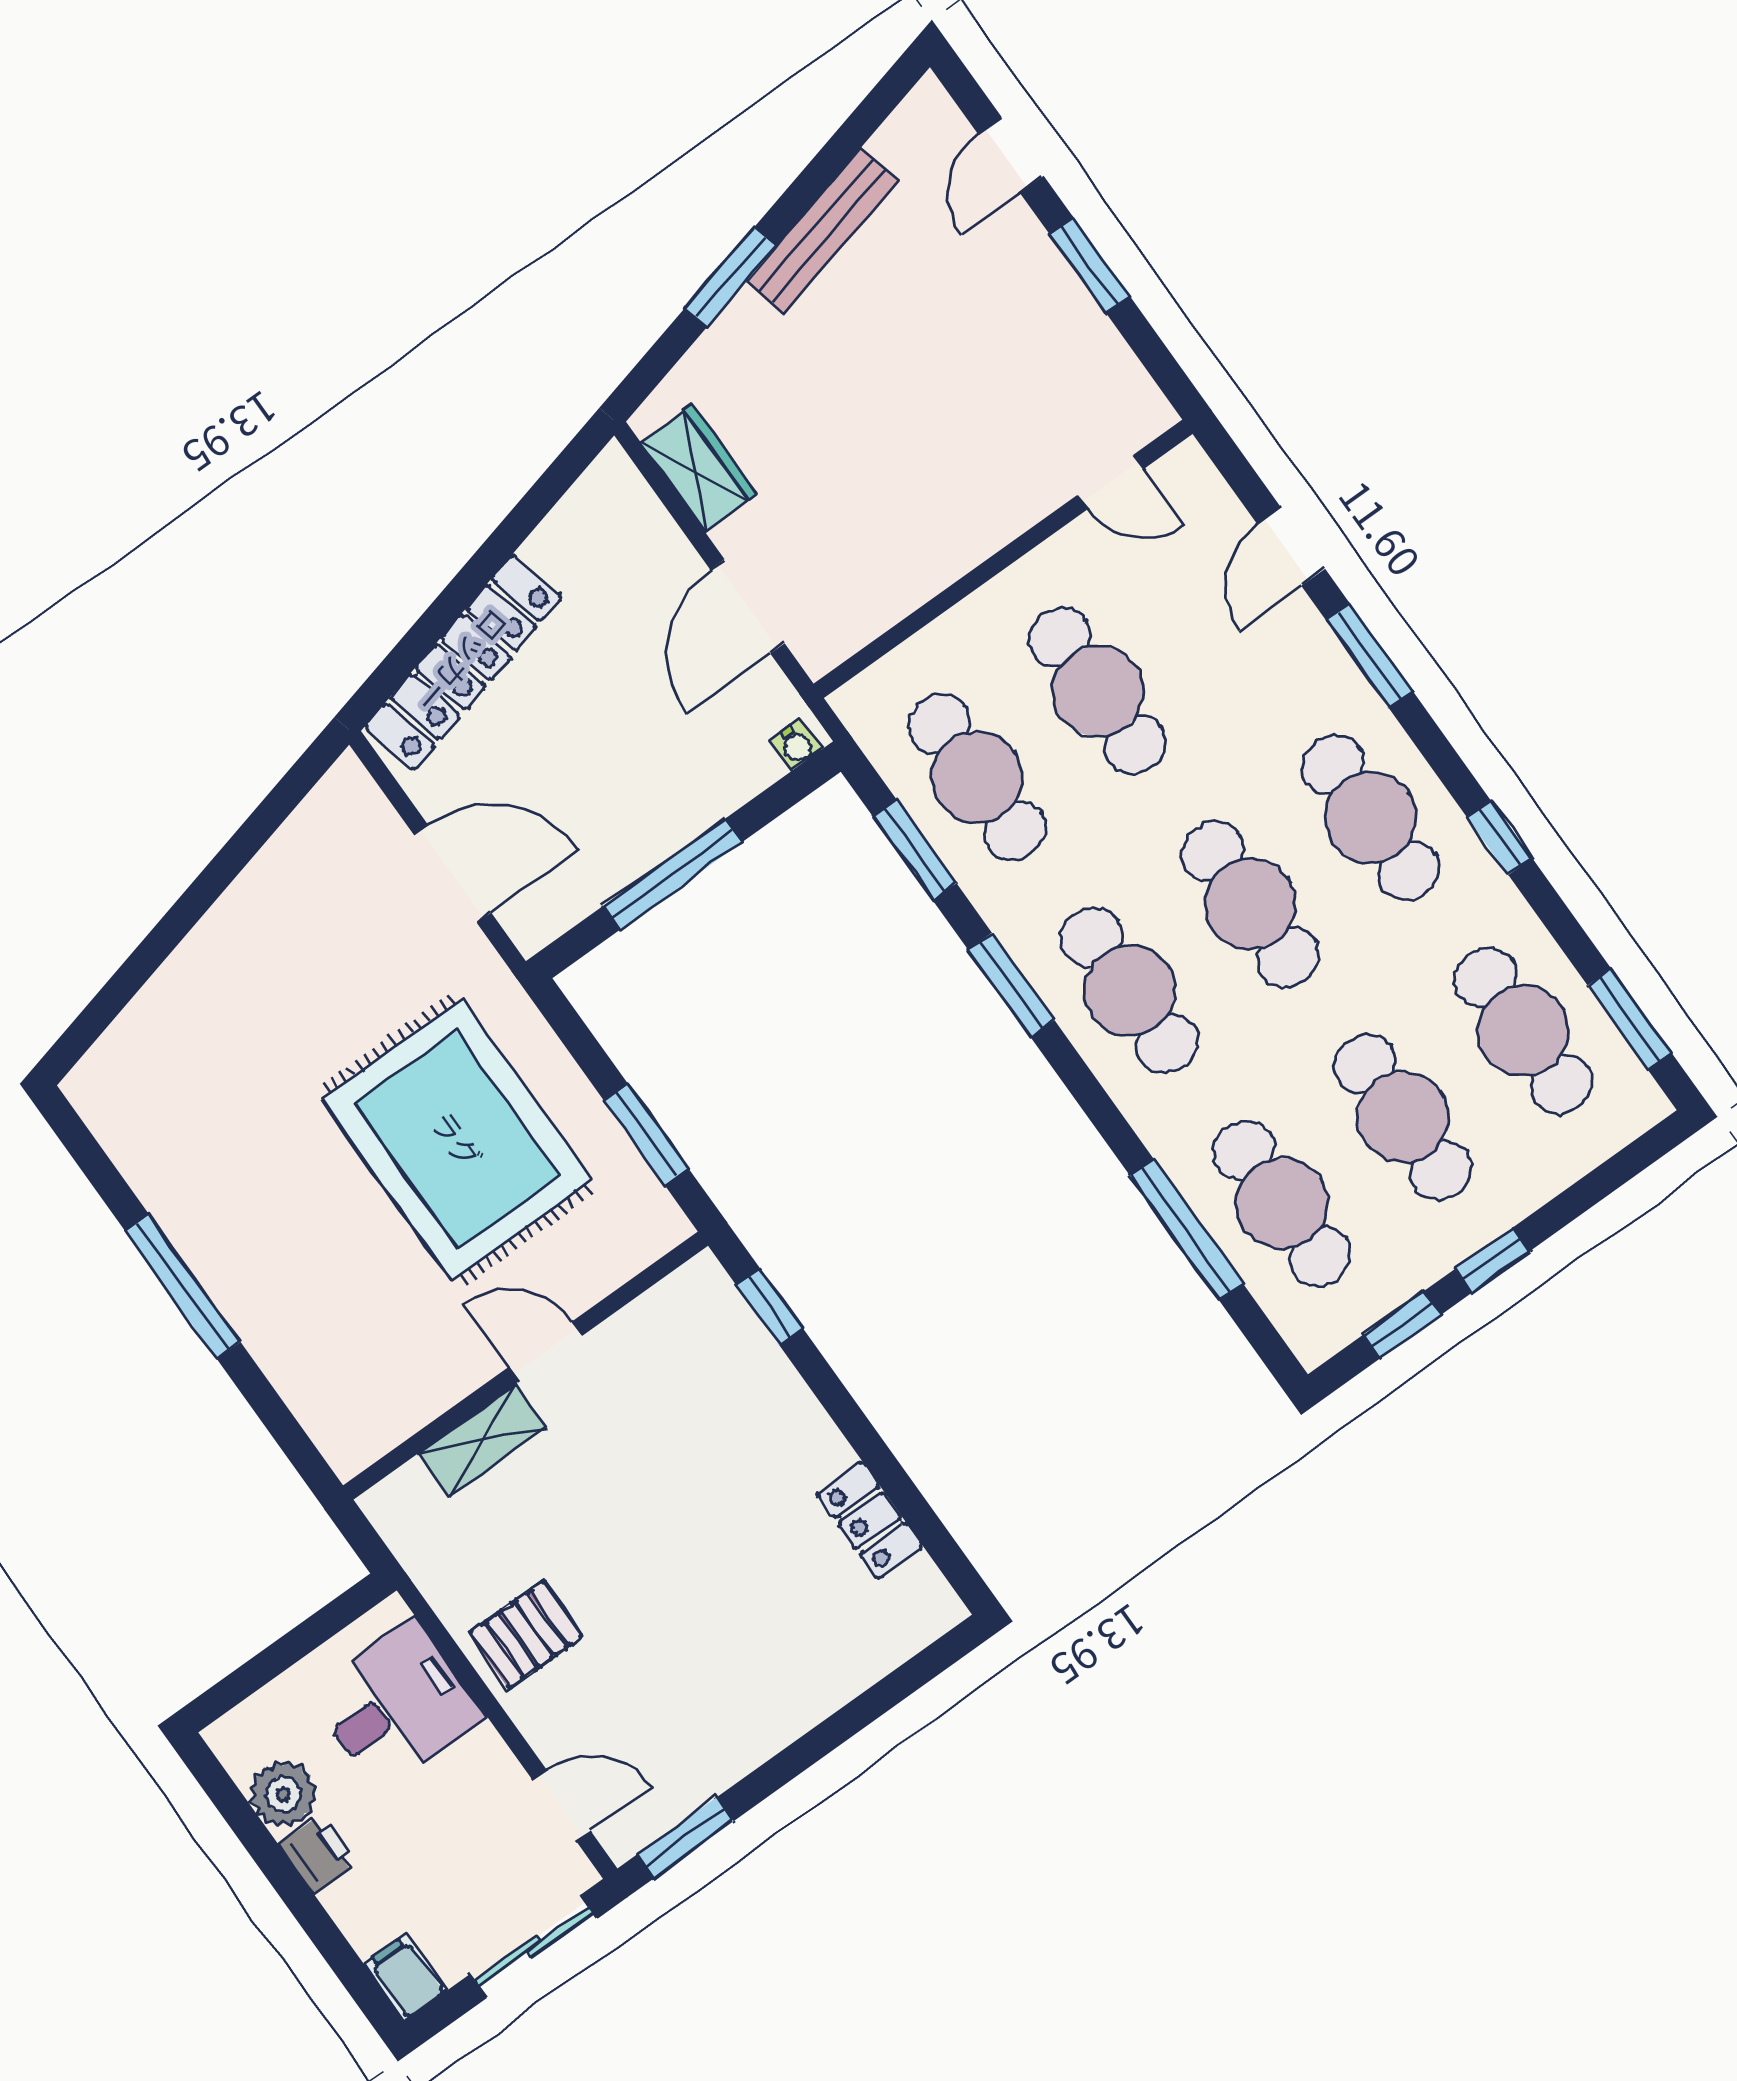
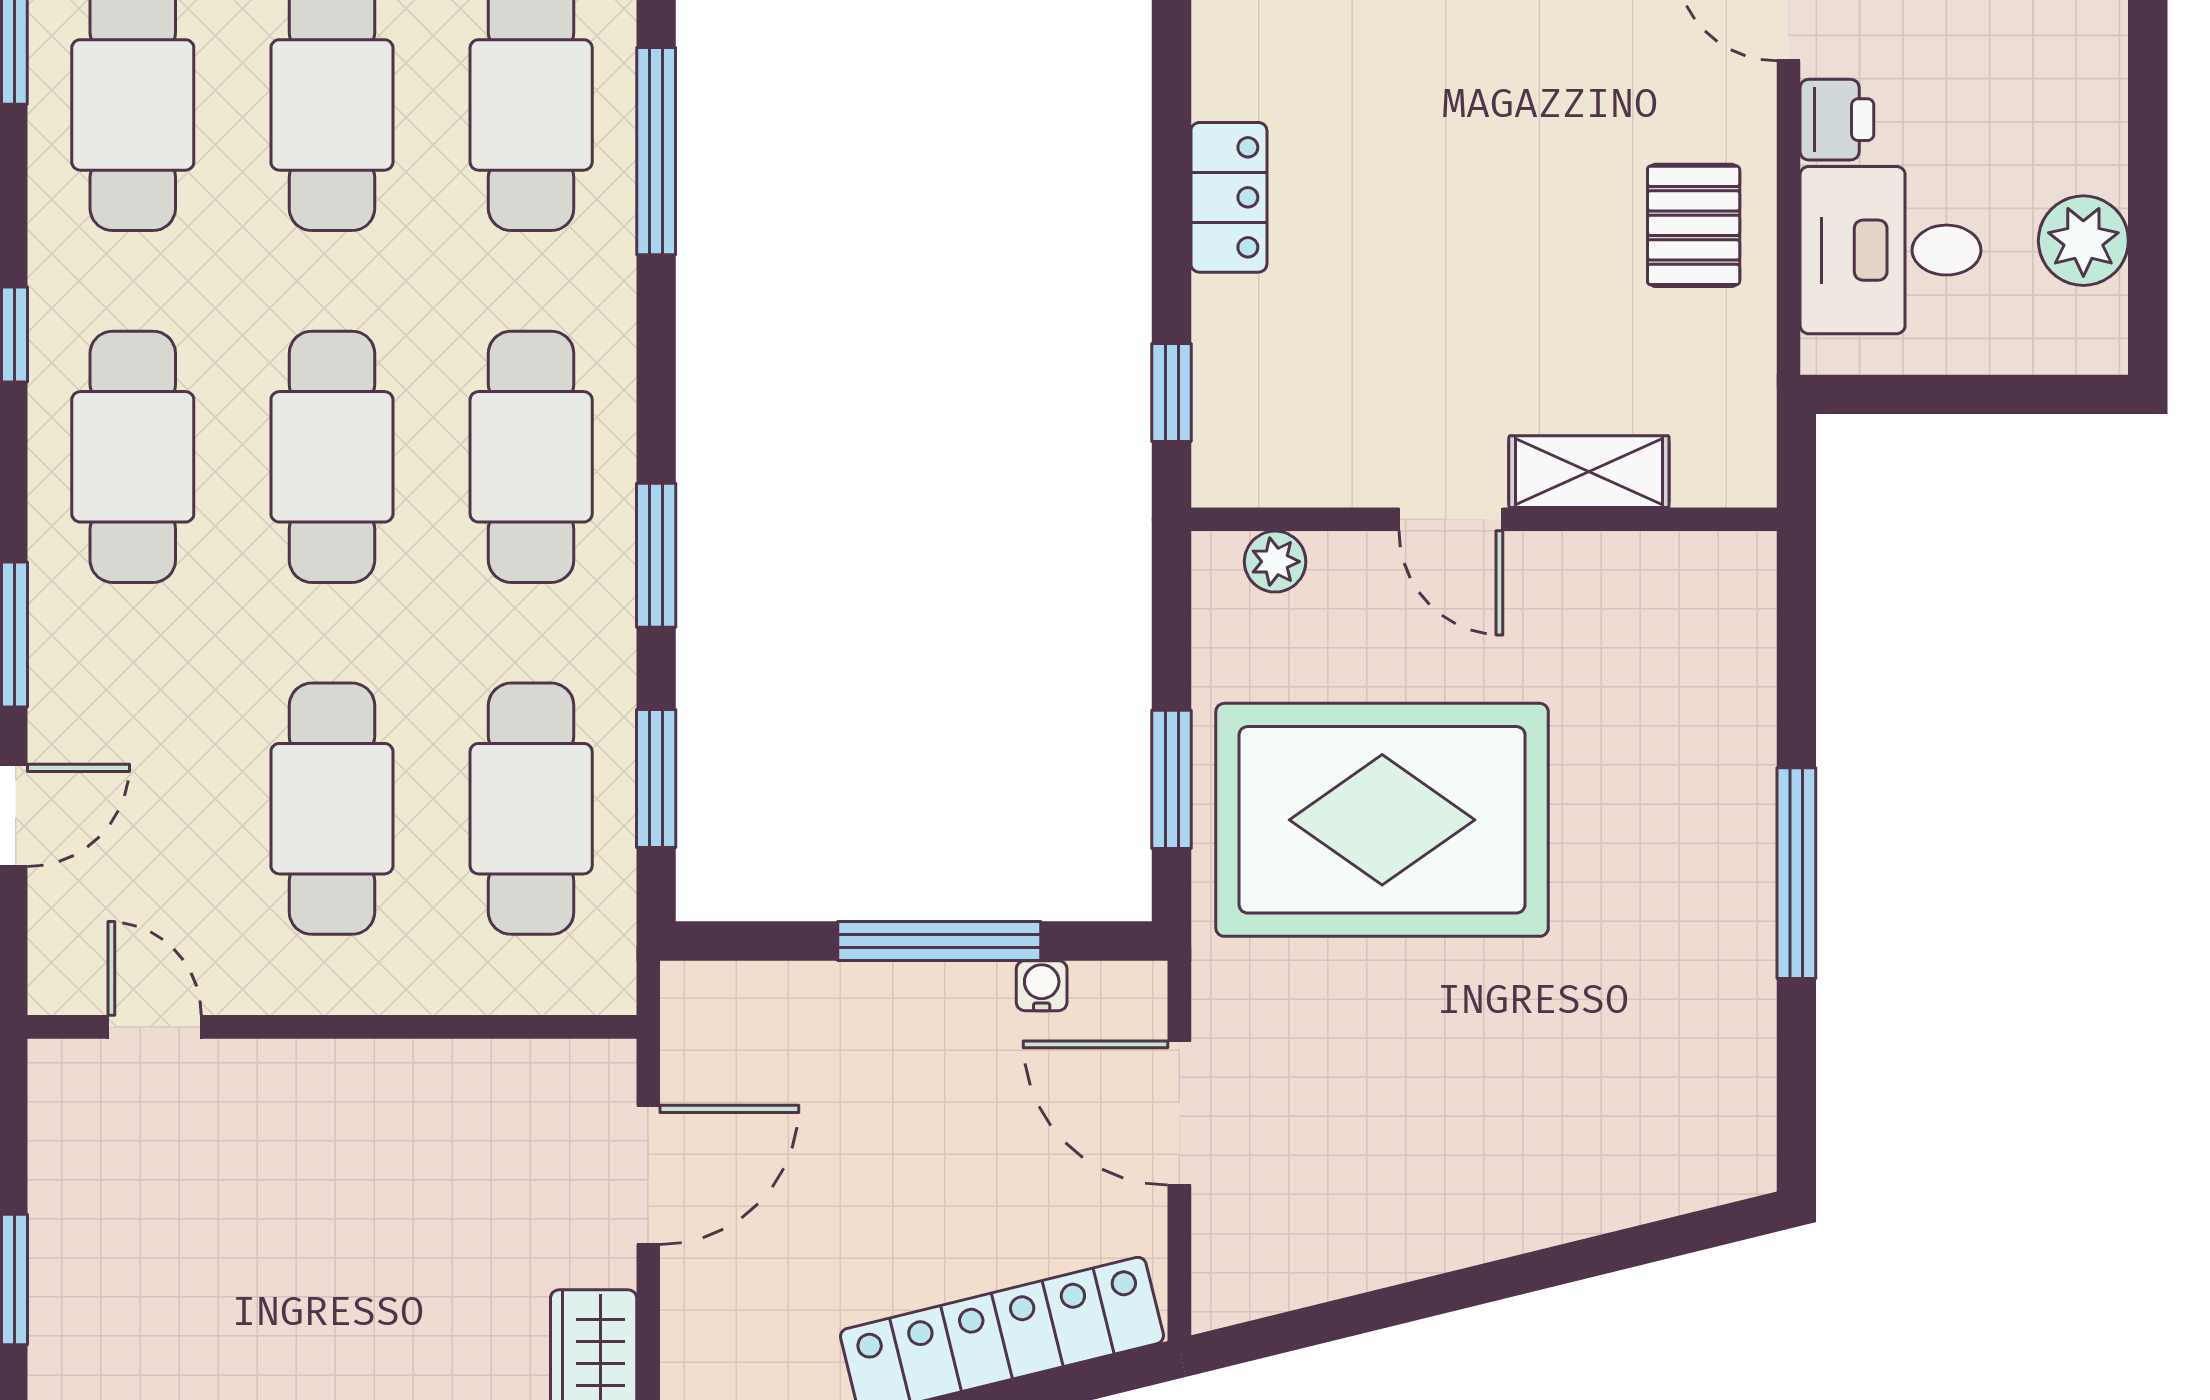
water cooler: (796, 745) -> (1042, 986), moved
window: (646, 1135) -> (1172, 779), moved
rug: (457, 1139) -> (1382, 820), turned 90
plant: (634, 1249) -> (1275, 562), added
locker: (870, 1520) -> (1229, 197), moved
pallet: (526, 1634) -> (1694, 225), turned 90
printer: (318, 1853) -> (1837, 120), moved, turned 180

